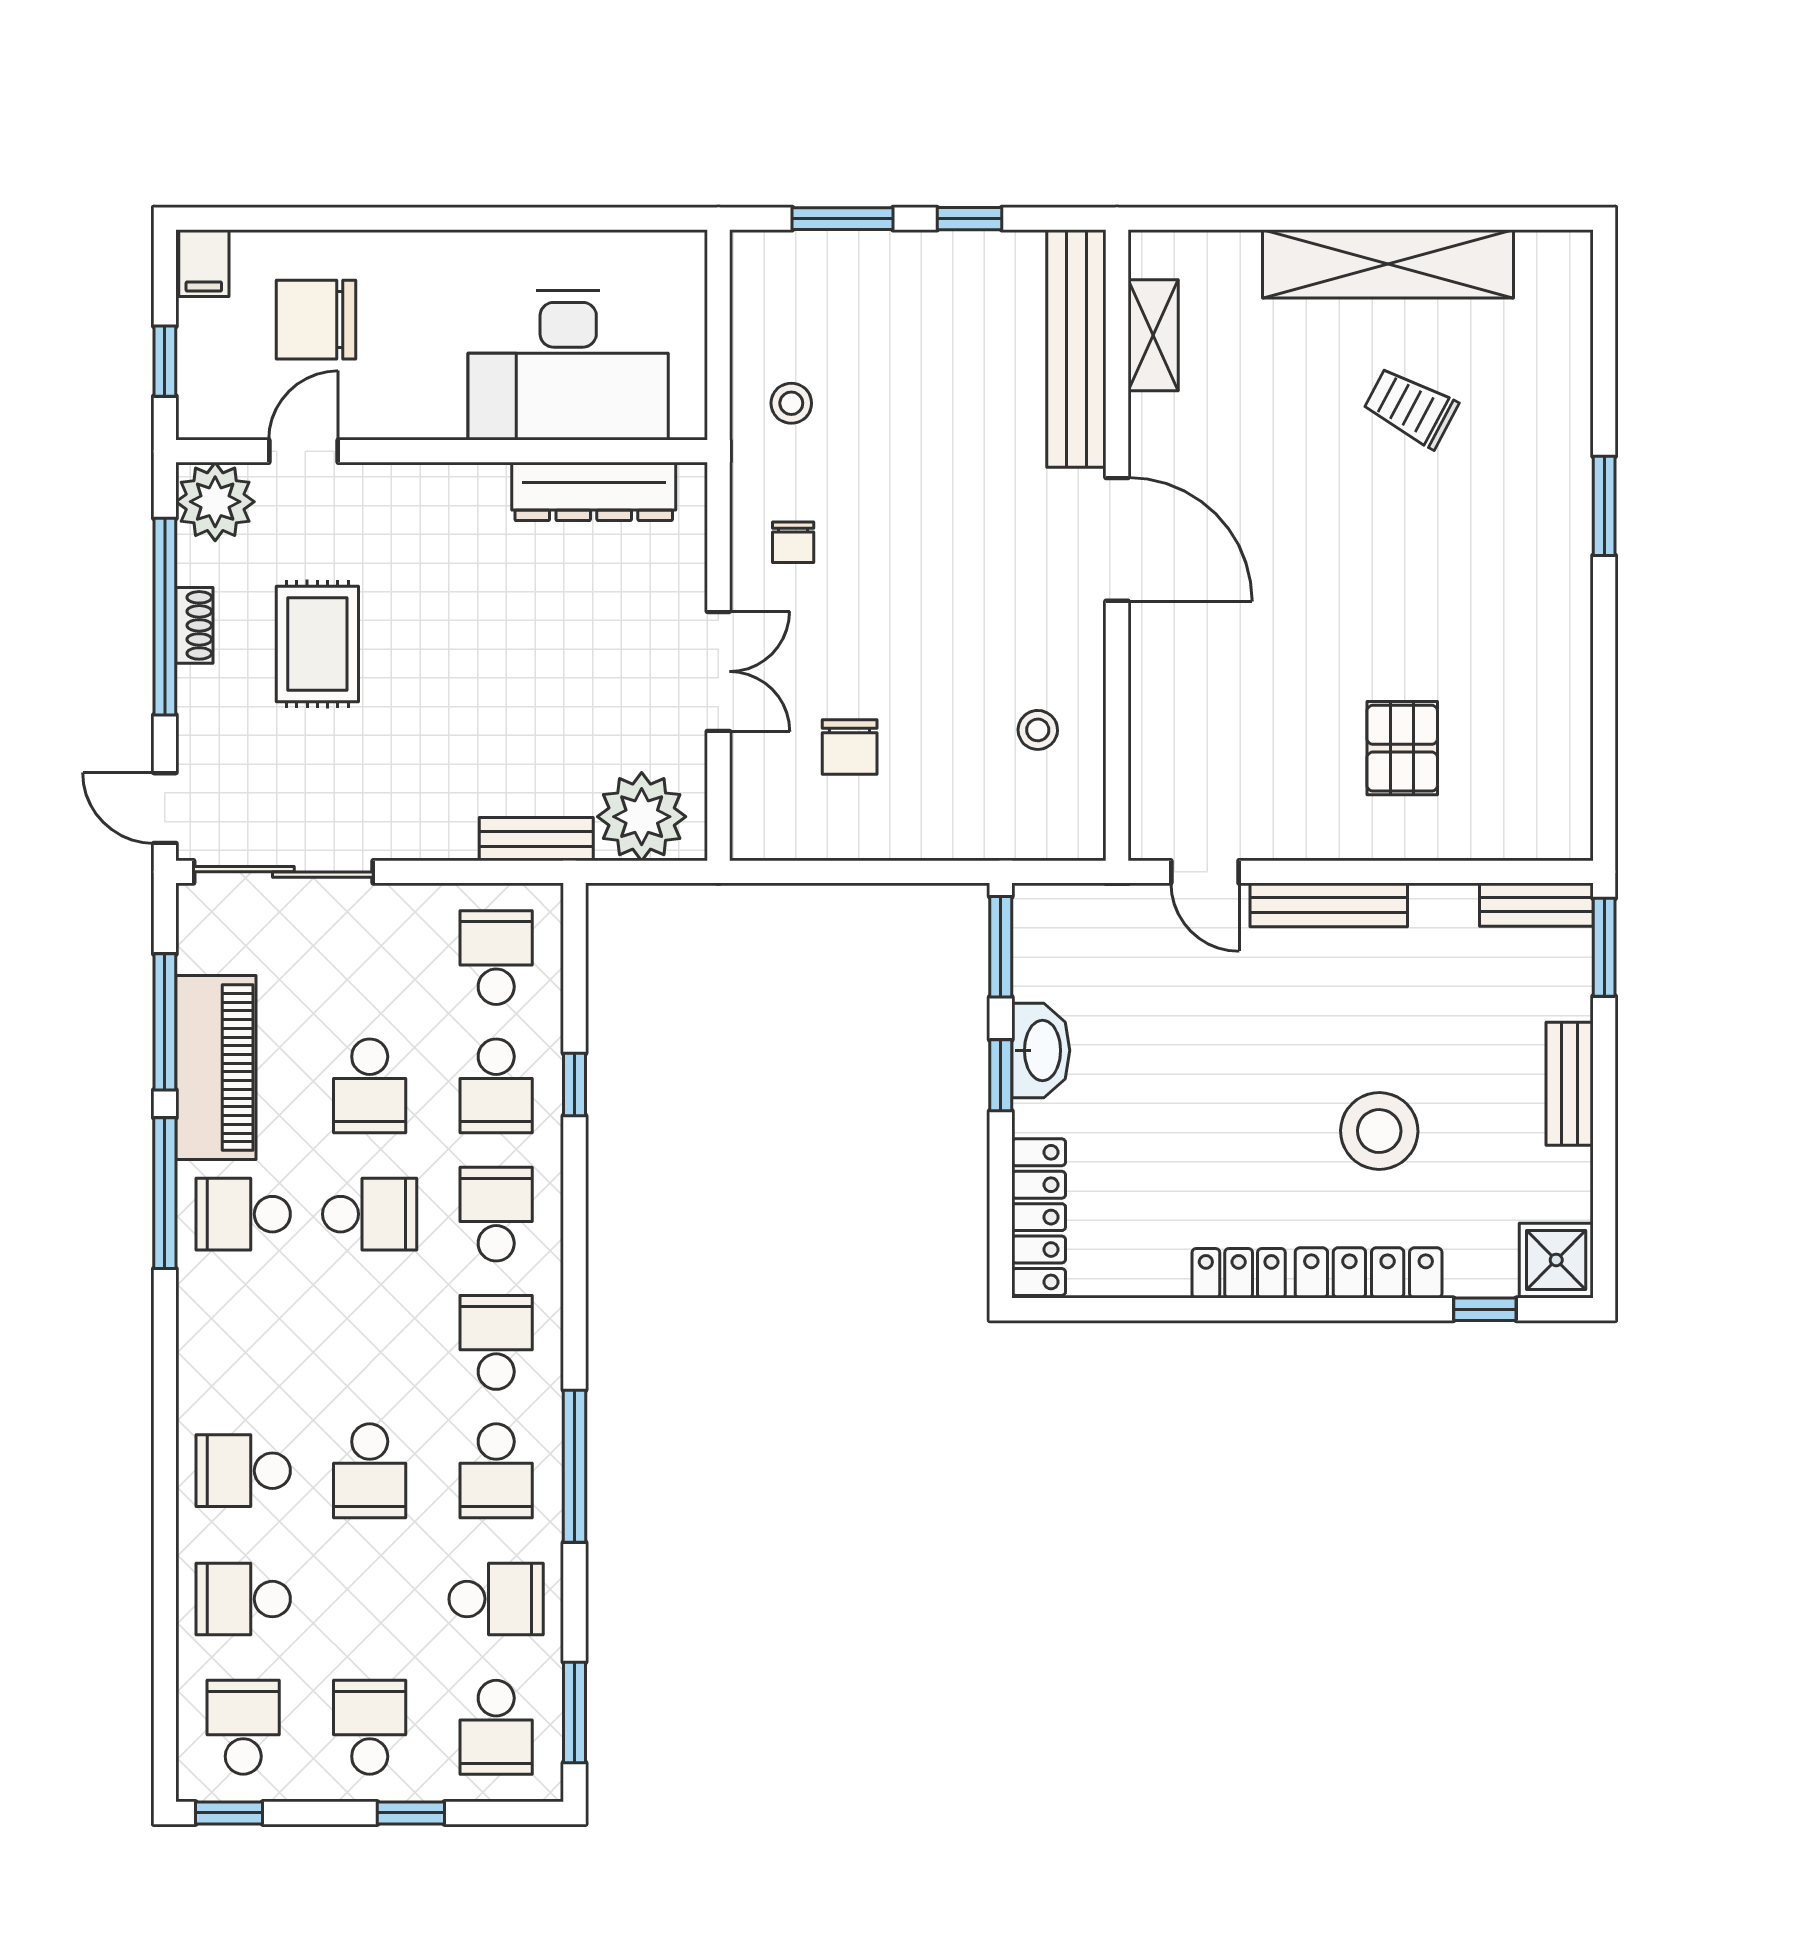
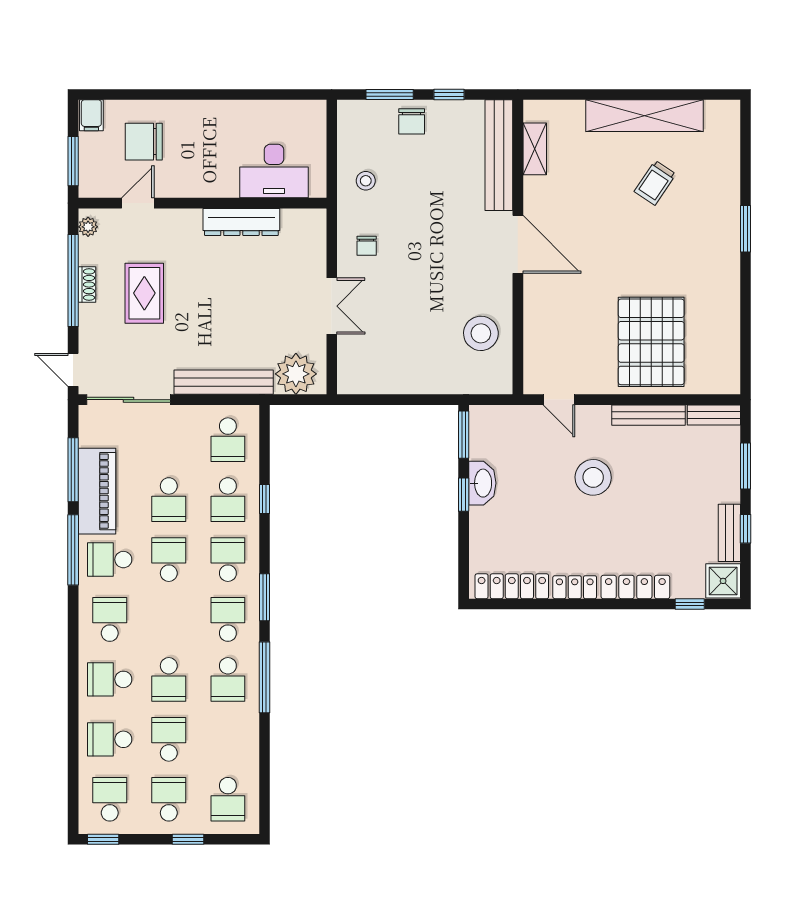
window: (165, 361) -> (73, 161), width x1.50
desk: (568, 365) -> (274, 171), width x0.73, depth x0.77
trolley: (1411, 408) -> (655, 183), turned -84
dresser: (594, 491) -> (241, 222), moved
plant: (215, 502) -> (88, 227), width x0.53, depth x0.53
stool: (1038, 730) -> (481, 333), width x1.89, depth x1.89
chair: (850, 747) -> (412, 121), moved
pallet: (1402, 748) -> (651, 342), width x2.05, depth x2.00
bench: (536, 839) -> (224, 382), width x1.86, depth x1.21
bench: (1329, 905) -> (648, 415), moved
window: (1604, 947) -> (745, 466), moved
school desk: (496, 958) -> (228, 440), turned 180
bench: (1570, 1084) -> (729, 533), moved
stool: (1379, 1131) -> (593, 477), moved
window: (1604, 1148) -> (745, 529), added
school desk: (370, 1214) -> (169, 560), turned -90
locker: (1039, 1217) -> (512, 586), moved, turned -90
school desk: (243, 1342) -> (110, 619), added
school desk: (496, 1599) -> (169, 739), moved, turned -90
window: (574, 1712) -> (264, 597), moved

